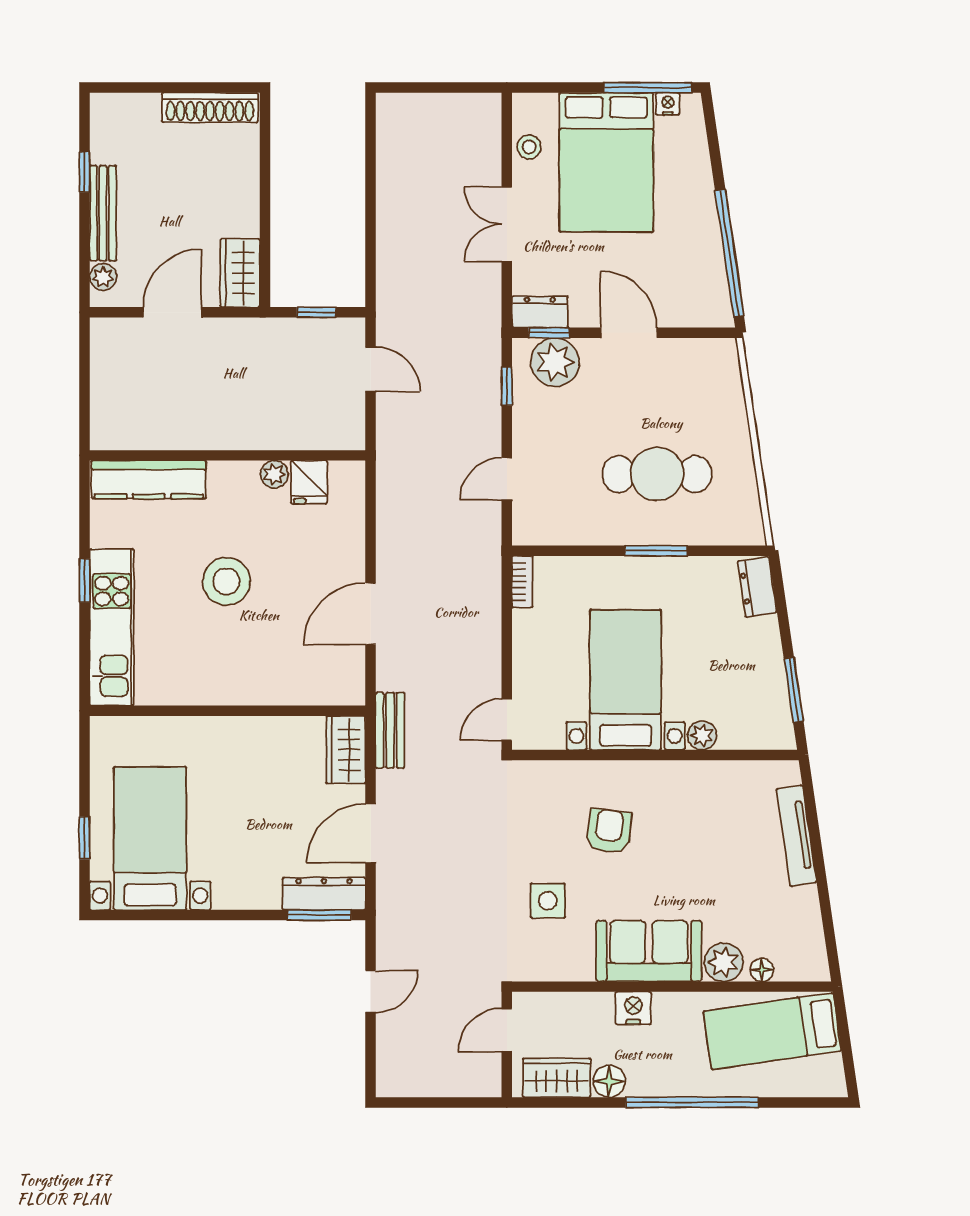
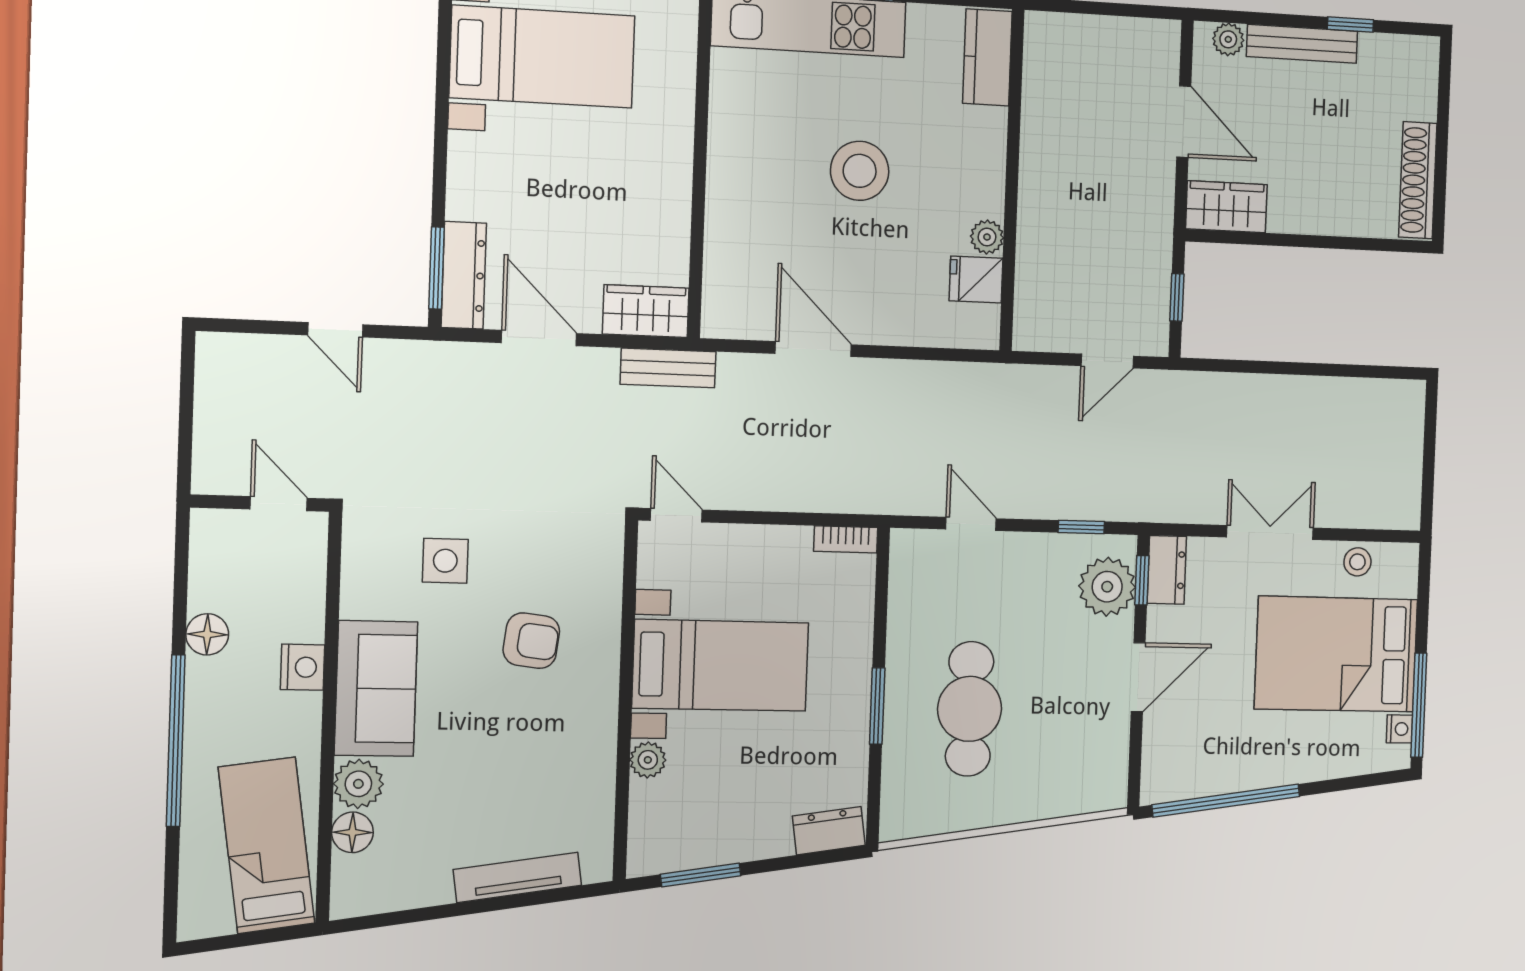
kitchen counter: (149, 480) -> (987, 57), width x0.67
floor lamp: (762, 970) -> (352, 832), width x1.37, depth x1.37
wardrobe: (557, 1078) -> (214, 566), removed

